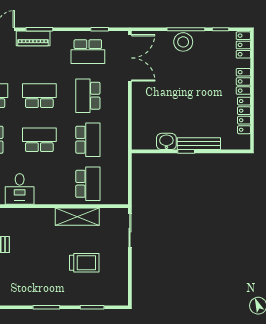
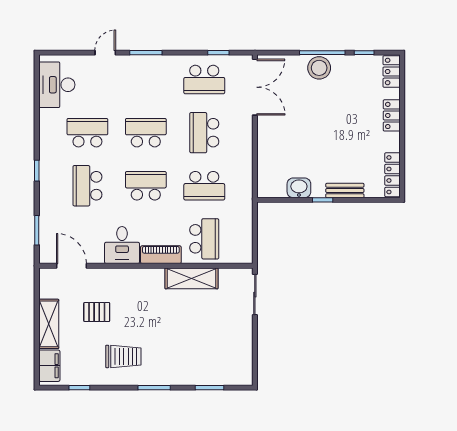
piano: (33, 38) -> (161, 255), moved, turned 180
locker: (244, 115) -> (392, 175), moved
school desk: (88, 140) -> (204, 186), turned 90
bench: (199, 144) -> (345, 190), width x0.73
trolley: (84, 263) -> (123, 356), moved

